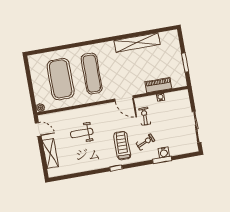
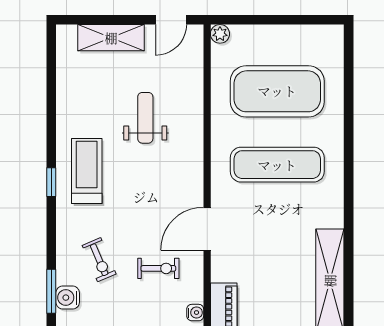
treadmill: (122, 146) -> (87, 171), moved, turned -90

